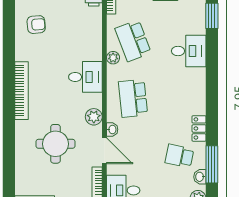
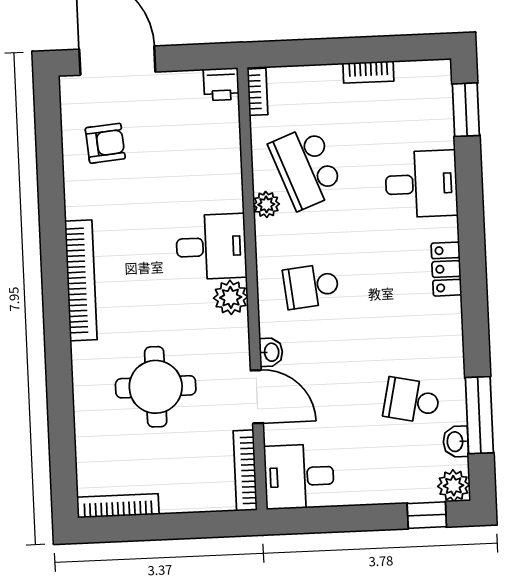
school desk: (133, 98) -> (311, 286), width x0.54
plant: (94, 117) -> (231, 297), moved
locker: (199, 128) -> (446, 269), moved

